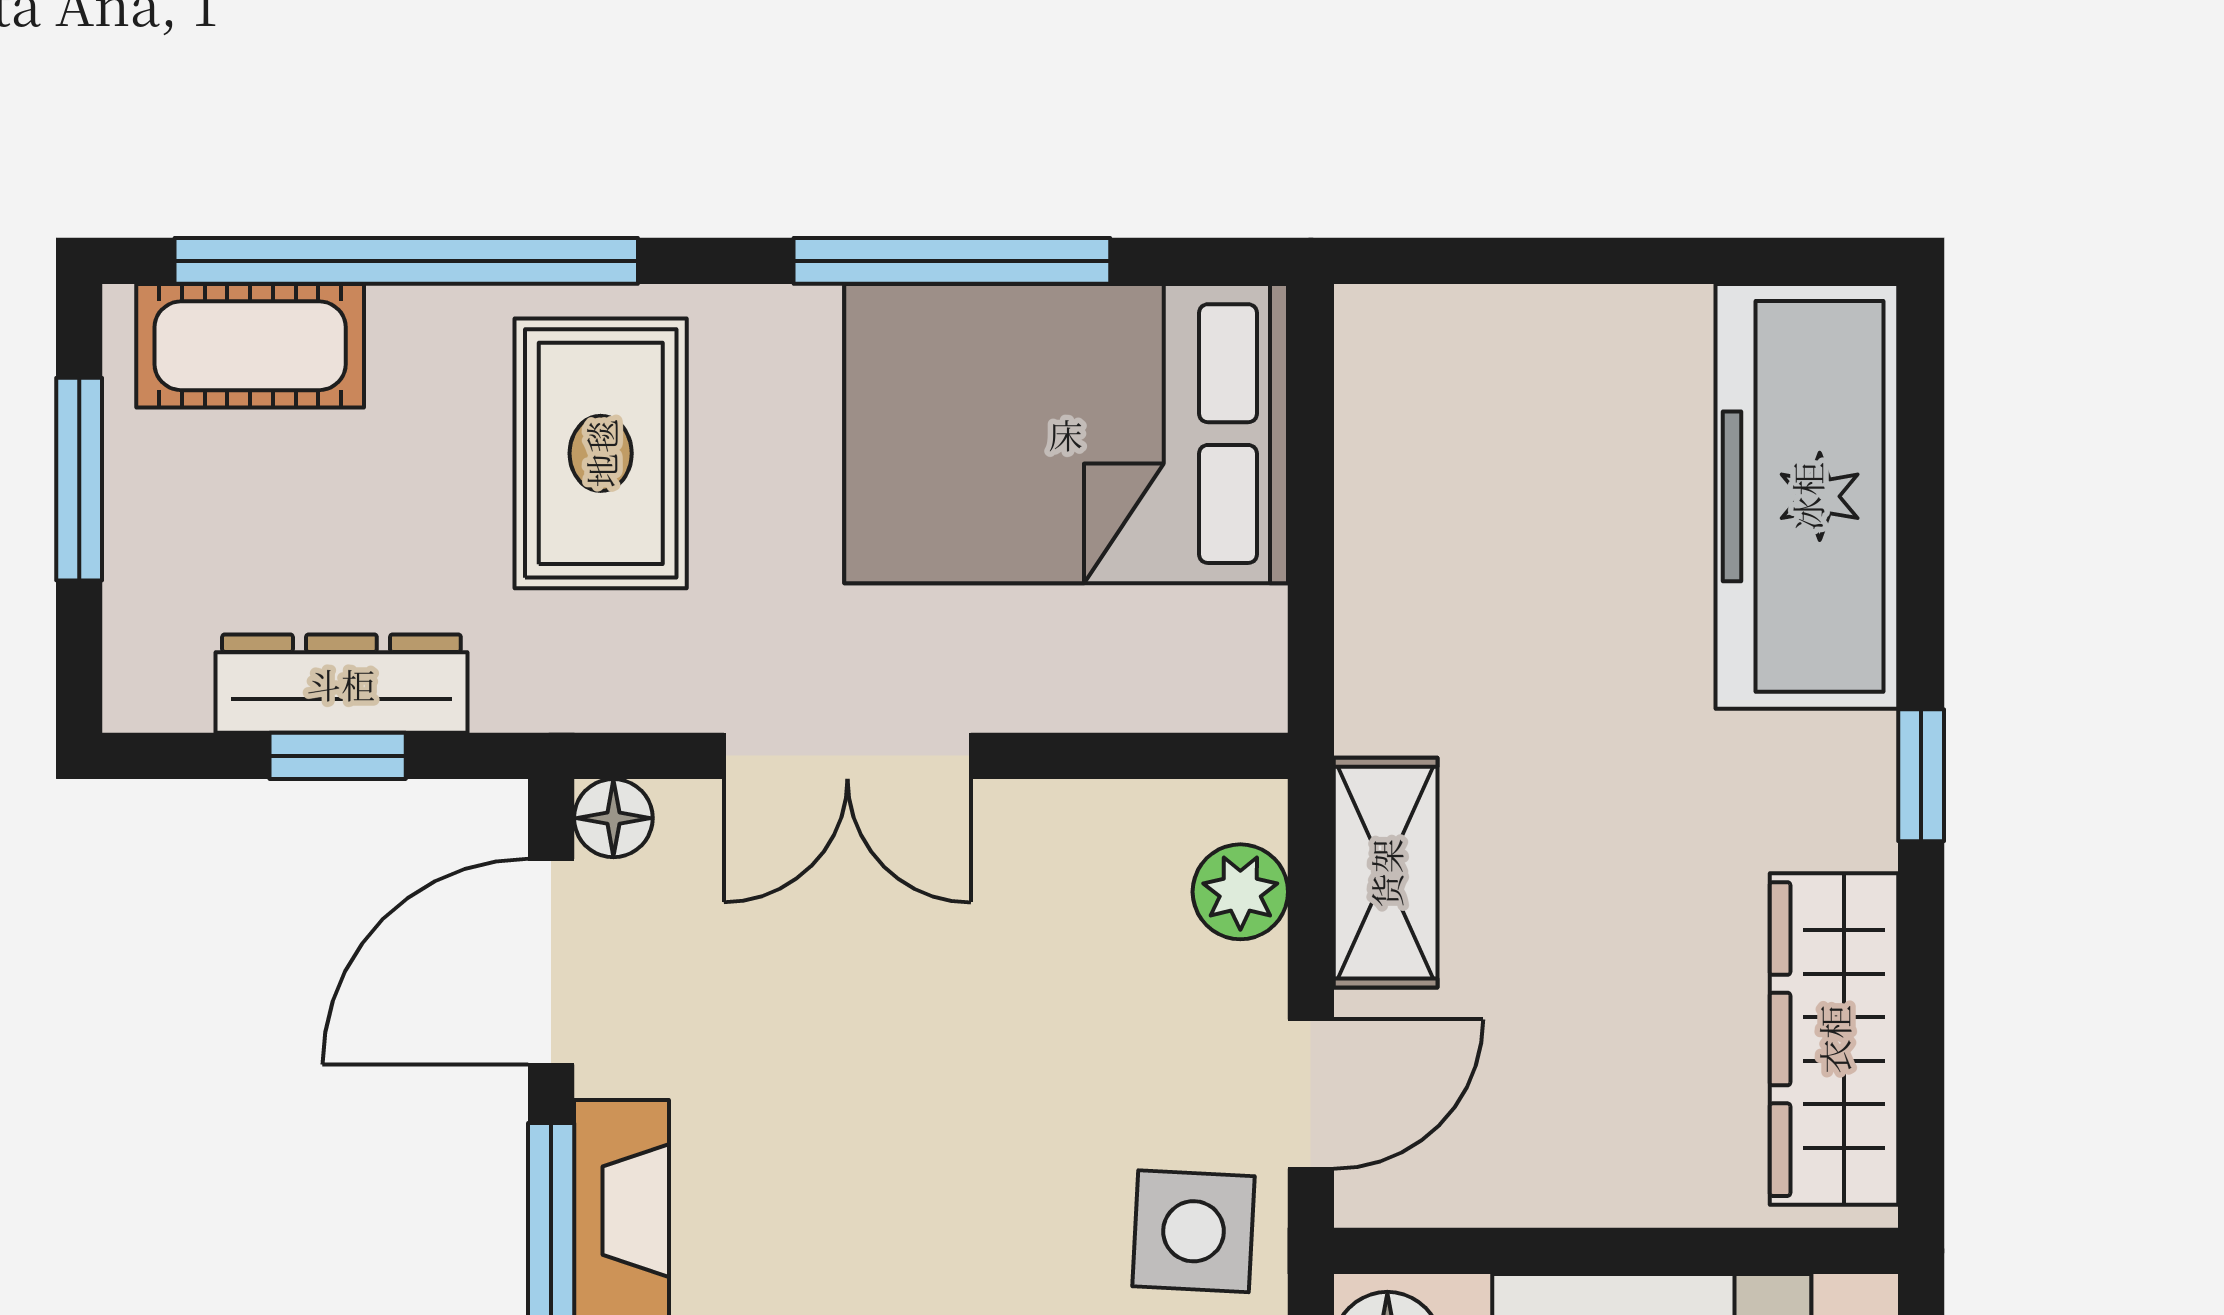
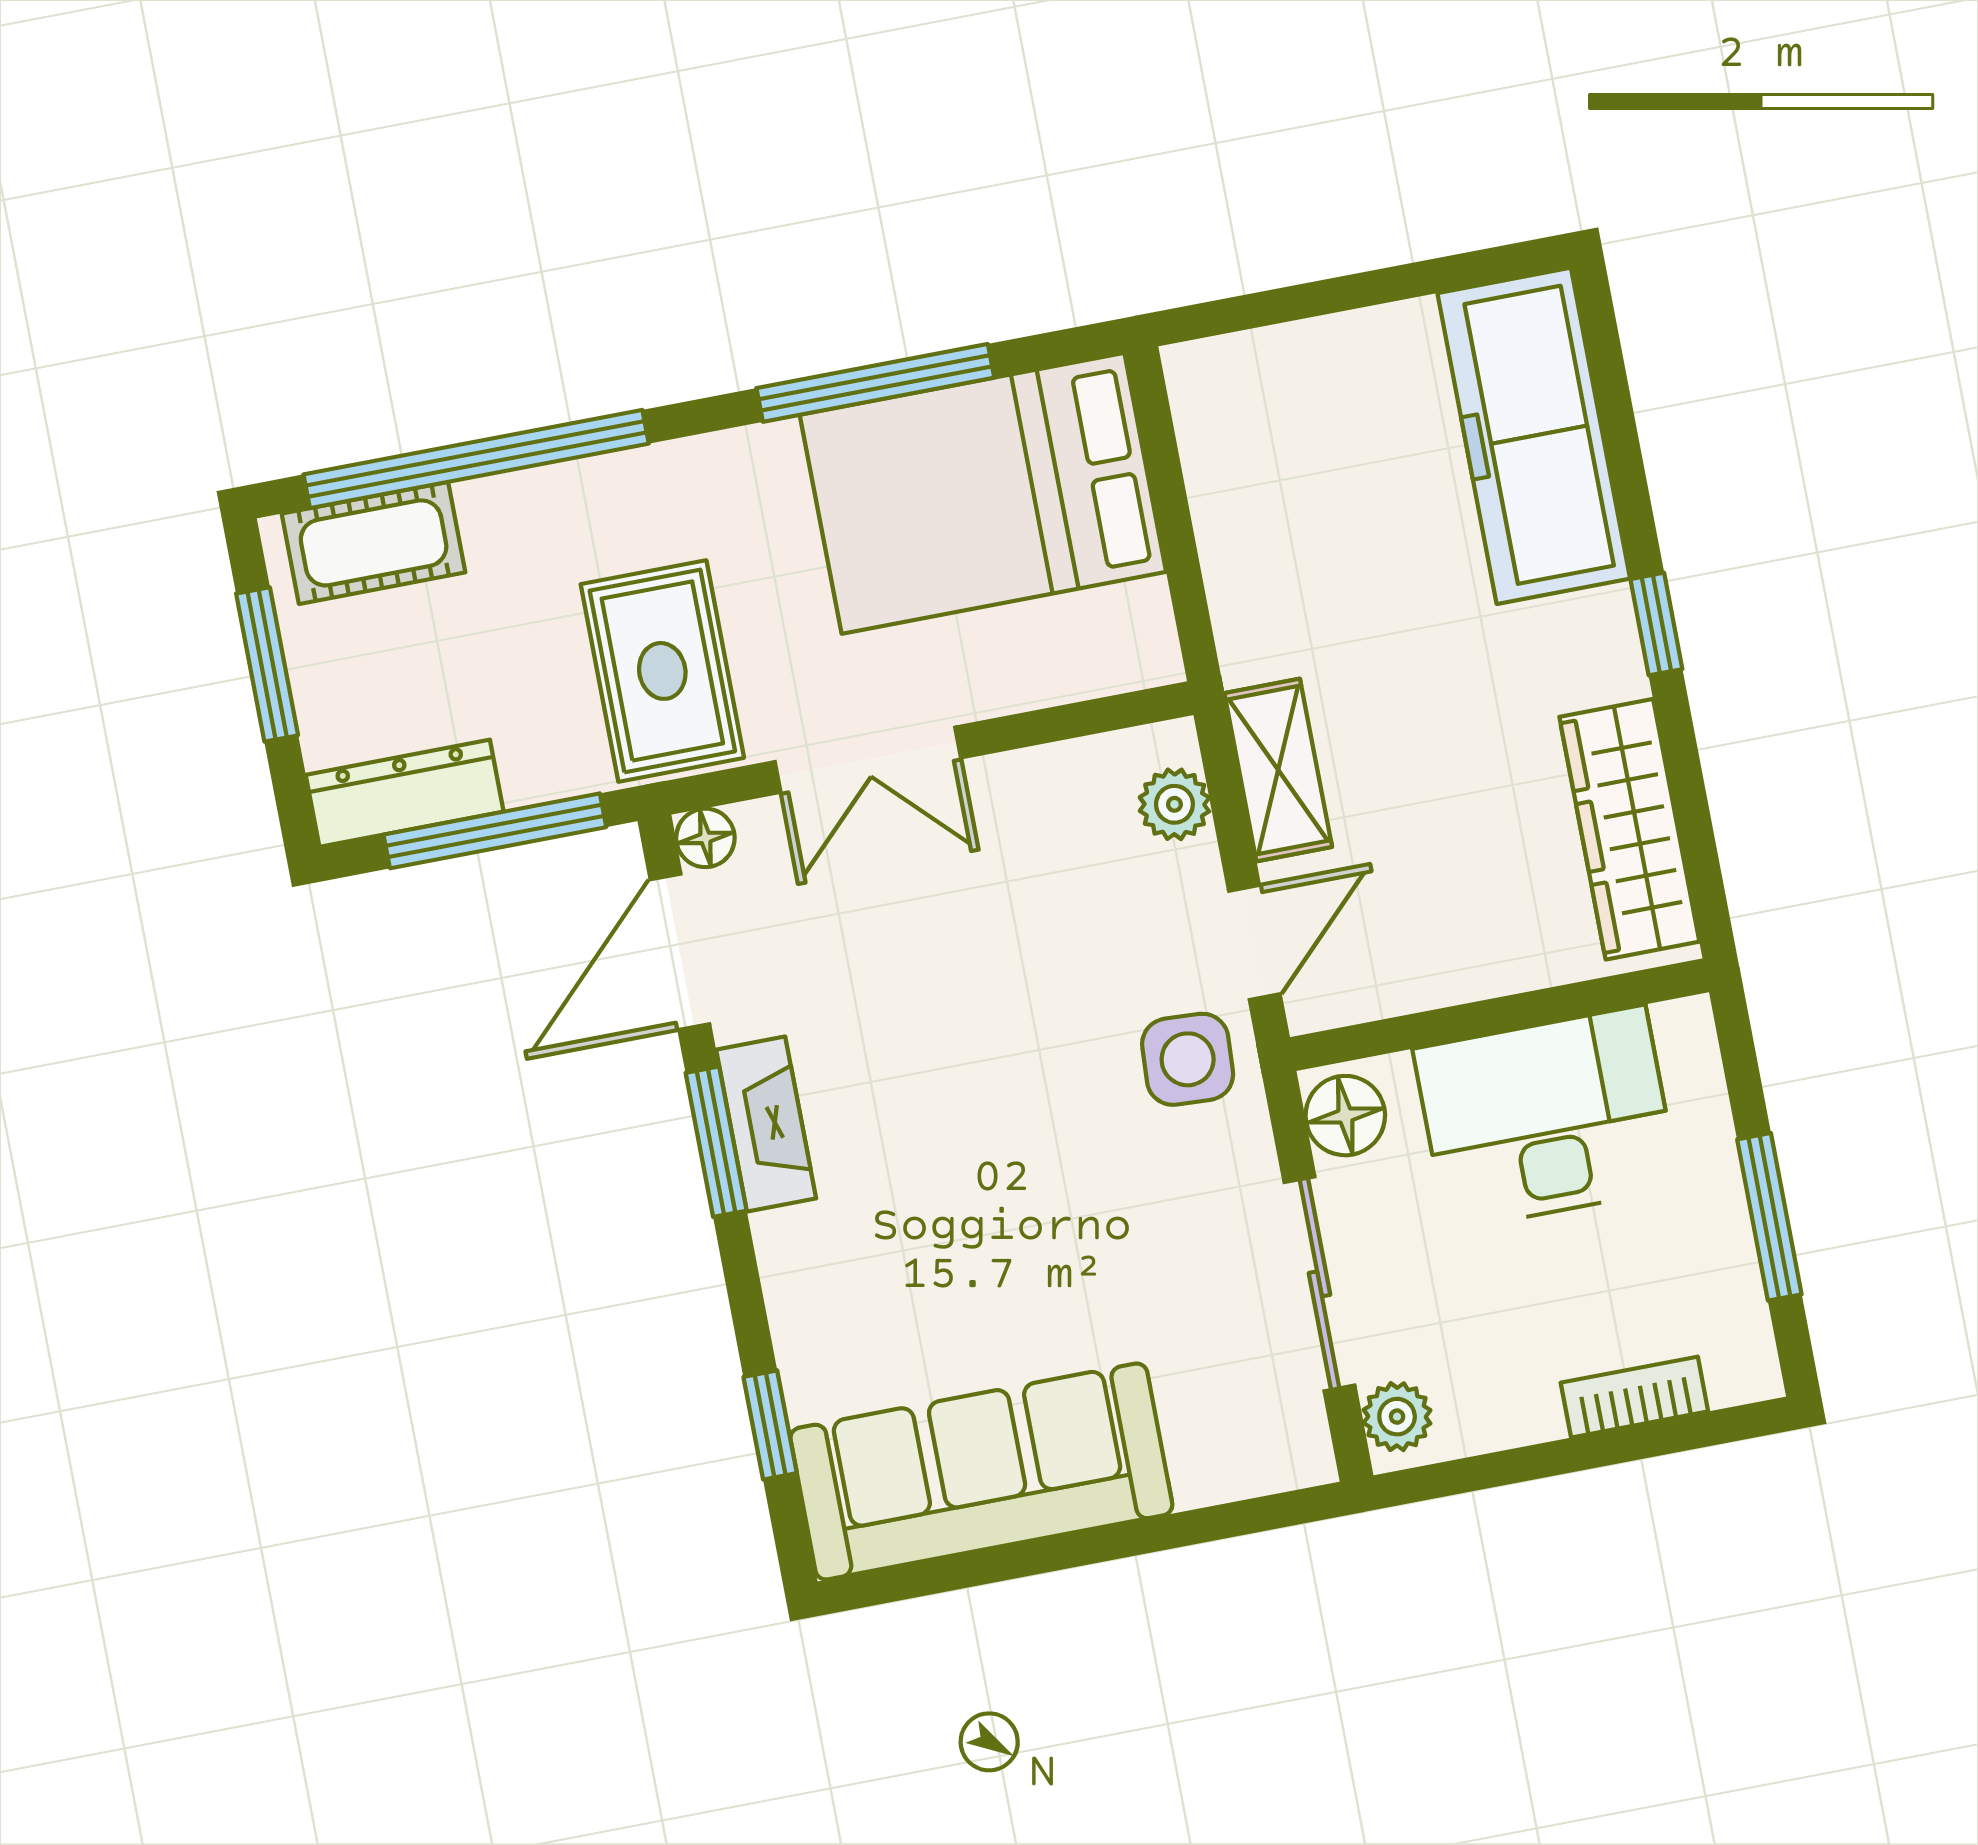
rug: (601, 453) -> (662, 671), moved
dresser: (341, 684) -> (405, 793), moved
window: (338, 756) -> (495, 831), width x2.17

